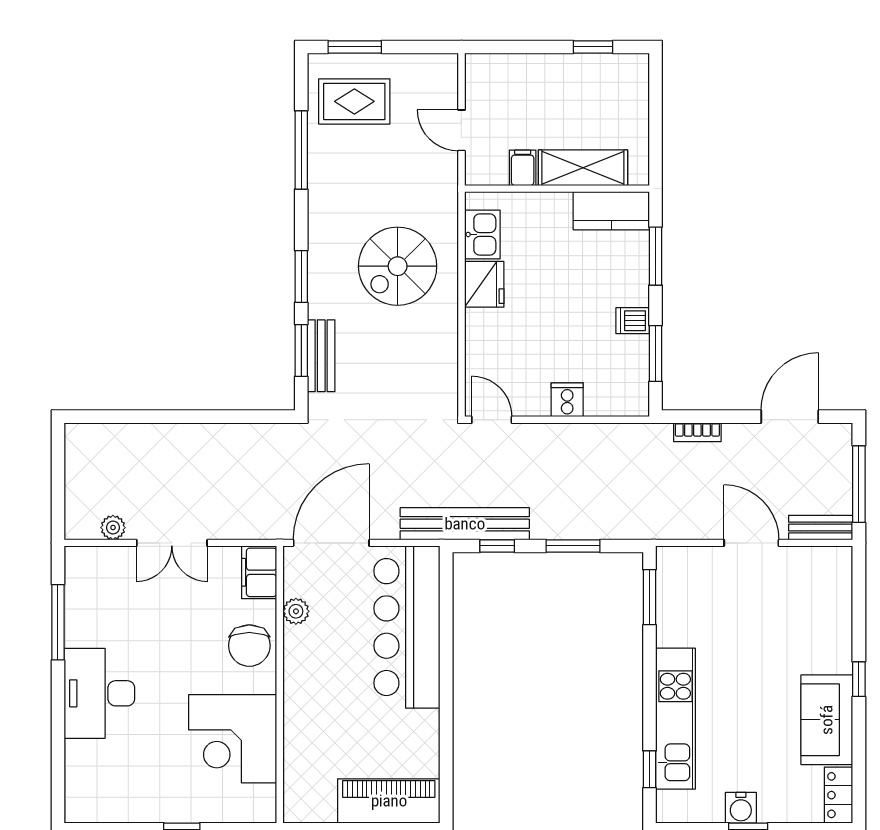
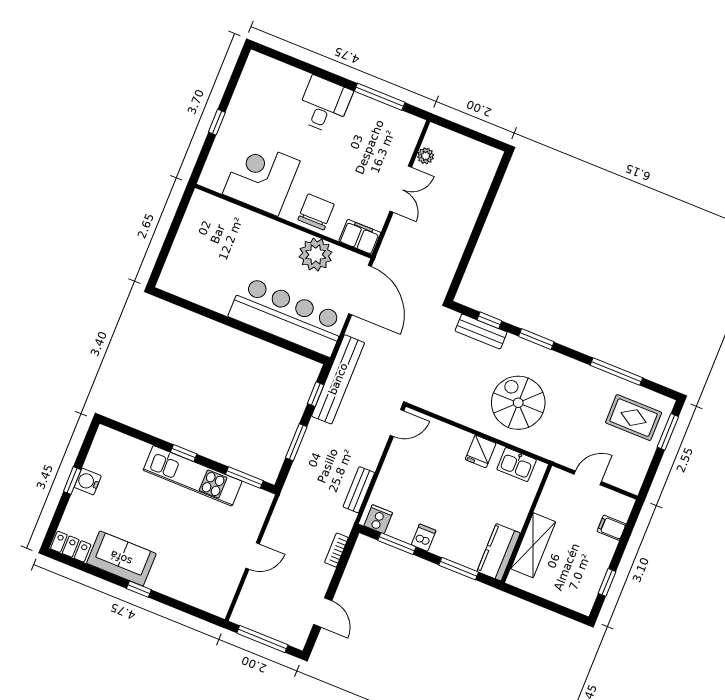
rug: (354, 101) -> (634, 418), turned 90
filing cabinet: (523, 168) -> (612, 528), moved, turned 180
fridge: (484, 284) -> (481, 451), width x0.72
window: (301, 351) -> (489, 320), width x0.67
cooker: (567, 400) -> (378, 519), moved, turned -90
door: (790, 417) -> (323, 612), width x0.73
bench: (821, 528) -> (359, 490), moved
double door: (172, 543) -> (401, 189), swing flipped
door: (751, 543) -> (253, 556), width x0.73
plant: (296, 611) -> (316, 255), width x1.87, depth x1.87
chair: (249, 646) -> (316, 212), turned 90
desk: (99, 693) -> (324, 105), width x0.73
kitchen unit: (675, 719) -> (193, 476), moved
window: (649, 769) -> (184, 453), moved
piano: (389, 801) -> (182, 260), removed

